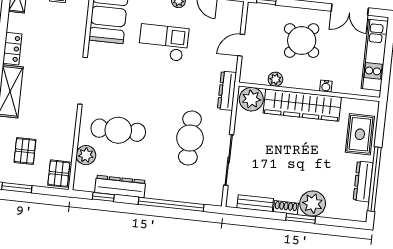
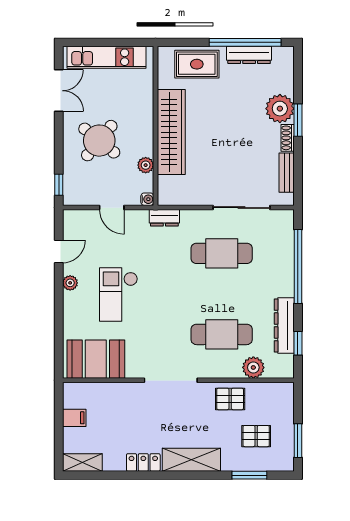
water cooler: (326, 86) -> (147, 199), moved
dresser: (227, 91) -> (164, 218), width x0.70
plant: (251, 99) -> (171, 190), removed
cafe table: (118, 130) -> (222, 334), turned 90
pallet: (59, 174) -> (230, 399), moved

